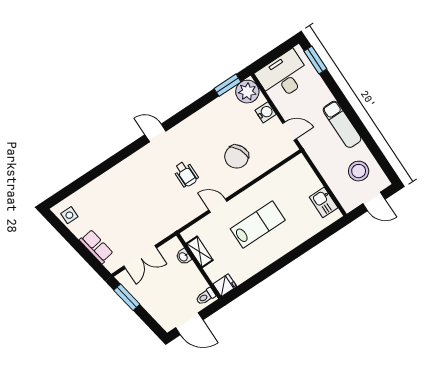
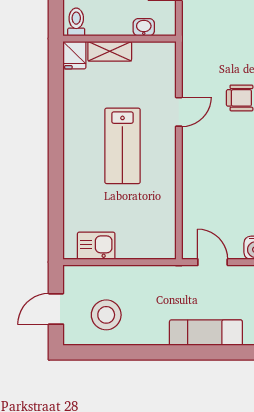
exam couch: (342, 124) -> (206, 333), moved
door: (290, 131) -> (213, 262), swing flipped
chair: (237, 157) -> (224, 175), removed
shelving: (200, 252) -> (110, 51), moved

